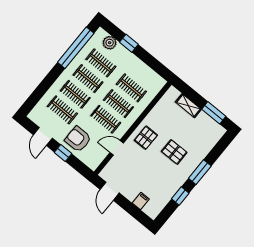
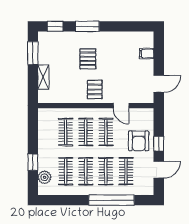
window: (76, 48) -> (111, 200), moved
pallet: (146, 138) -> (95, 89), turned 90
window: (180, 196) -> (55, 26), moved

